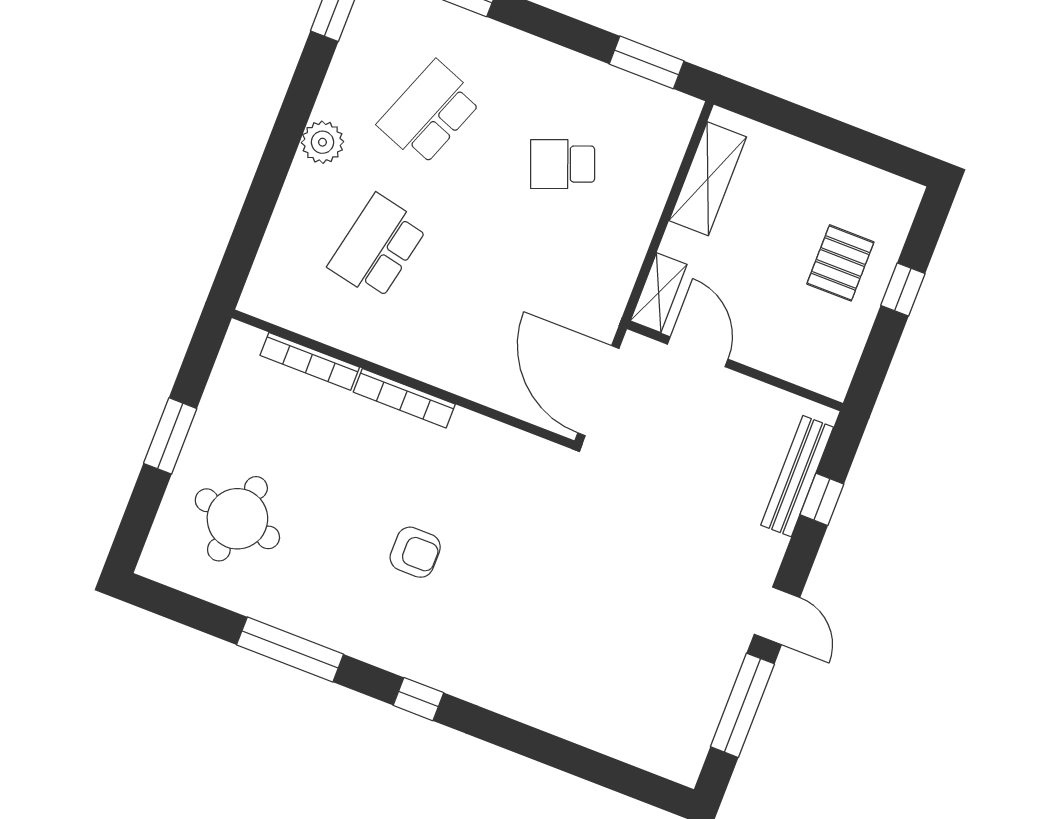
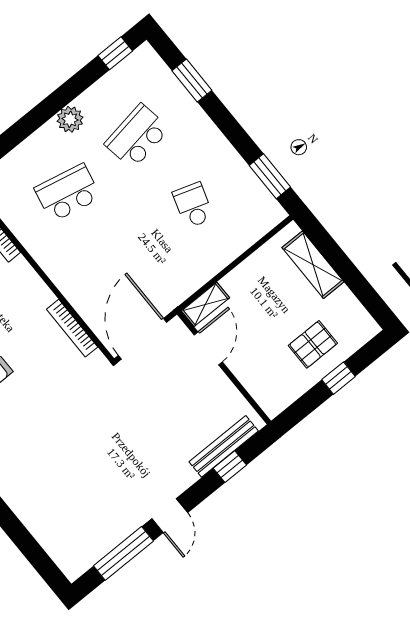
school desk: (429, 113) -> (137, 136), turned -30
school desk: (563, 164) -> (193, 205), turned 39
shelving: (708, 179) -> (313, 265), moved, turned 90
bookcase: (404, 398) -> (72, 328), moved

